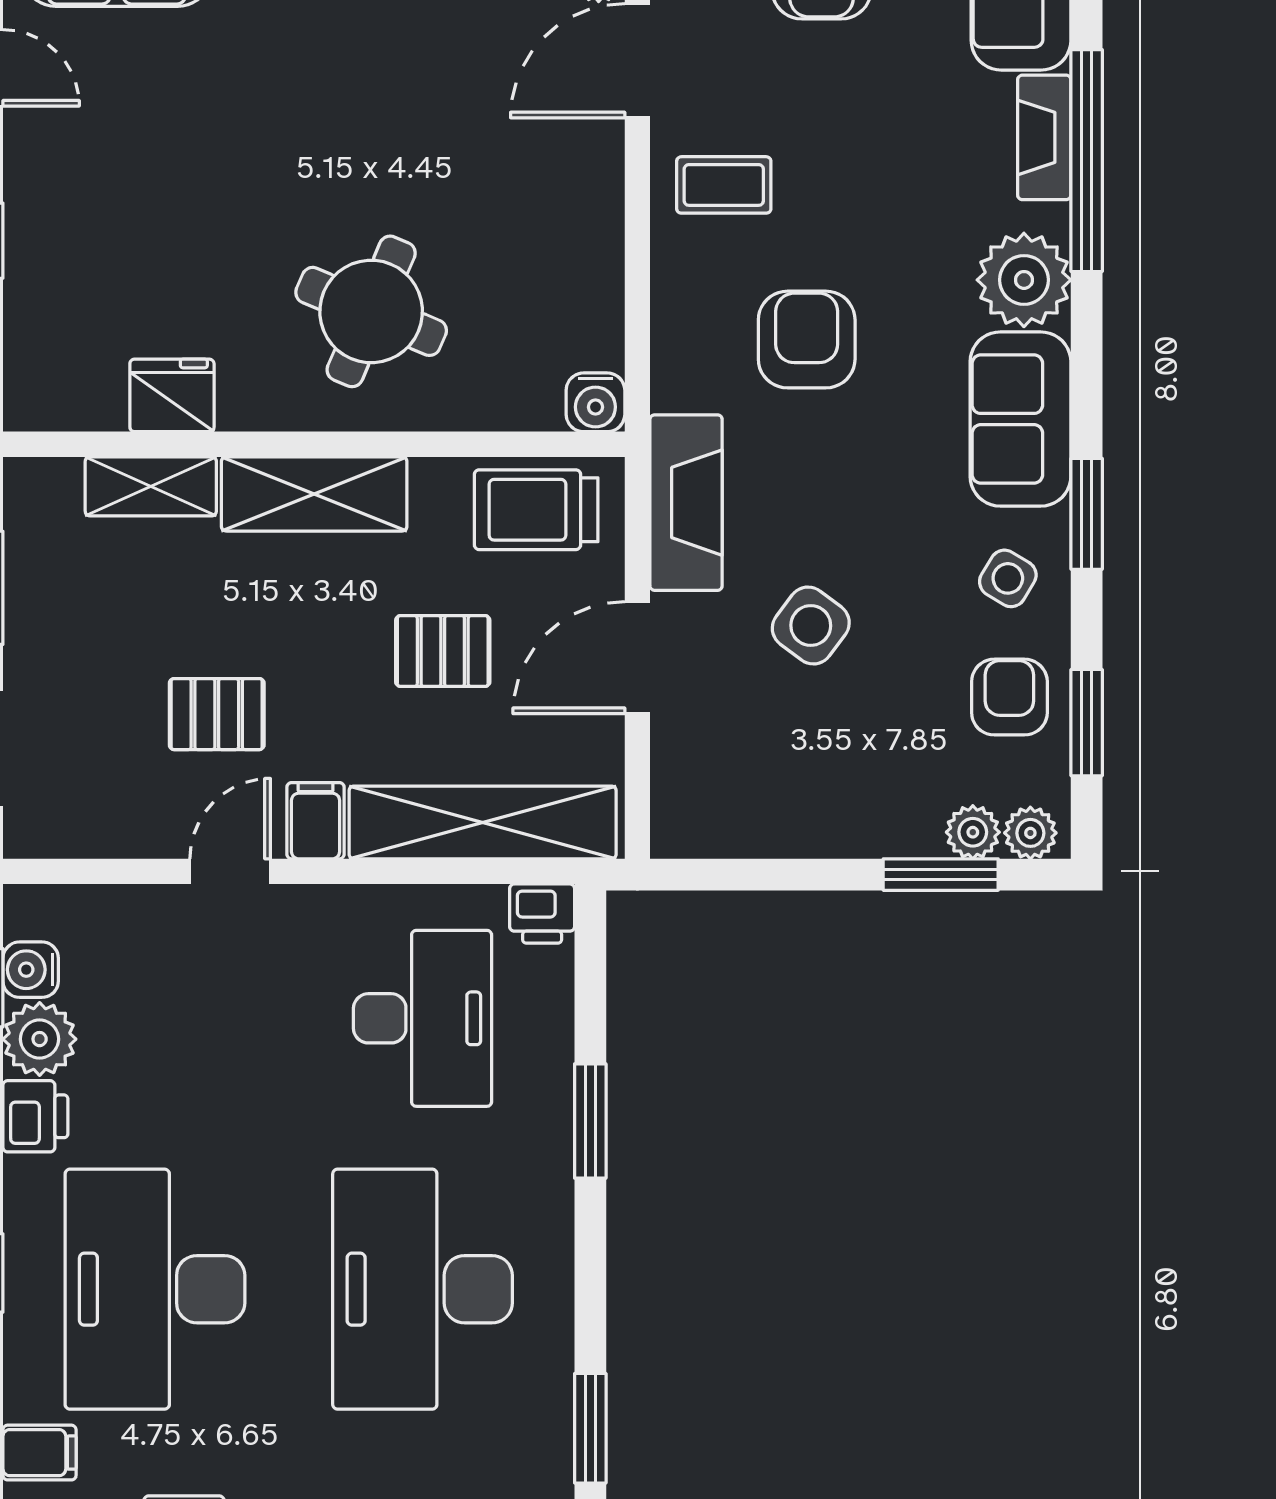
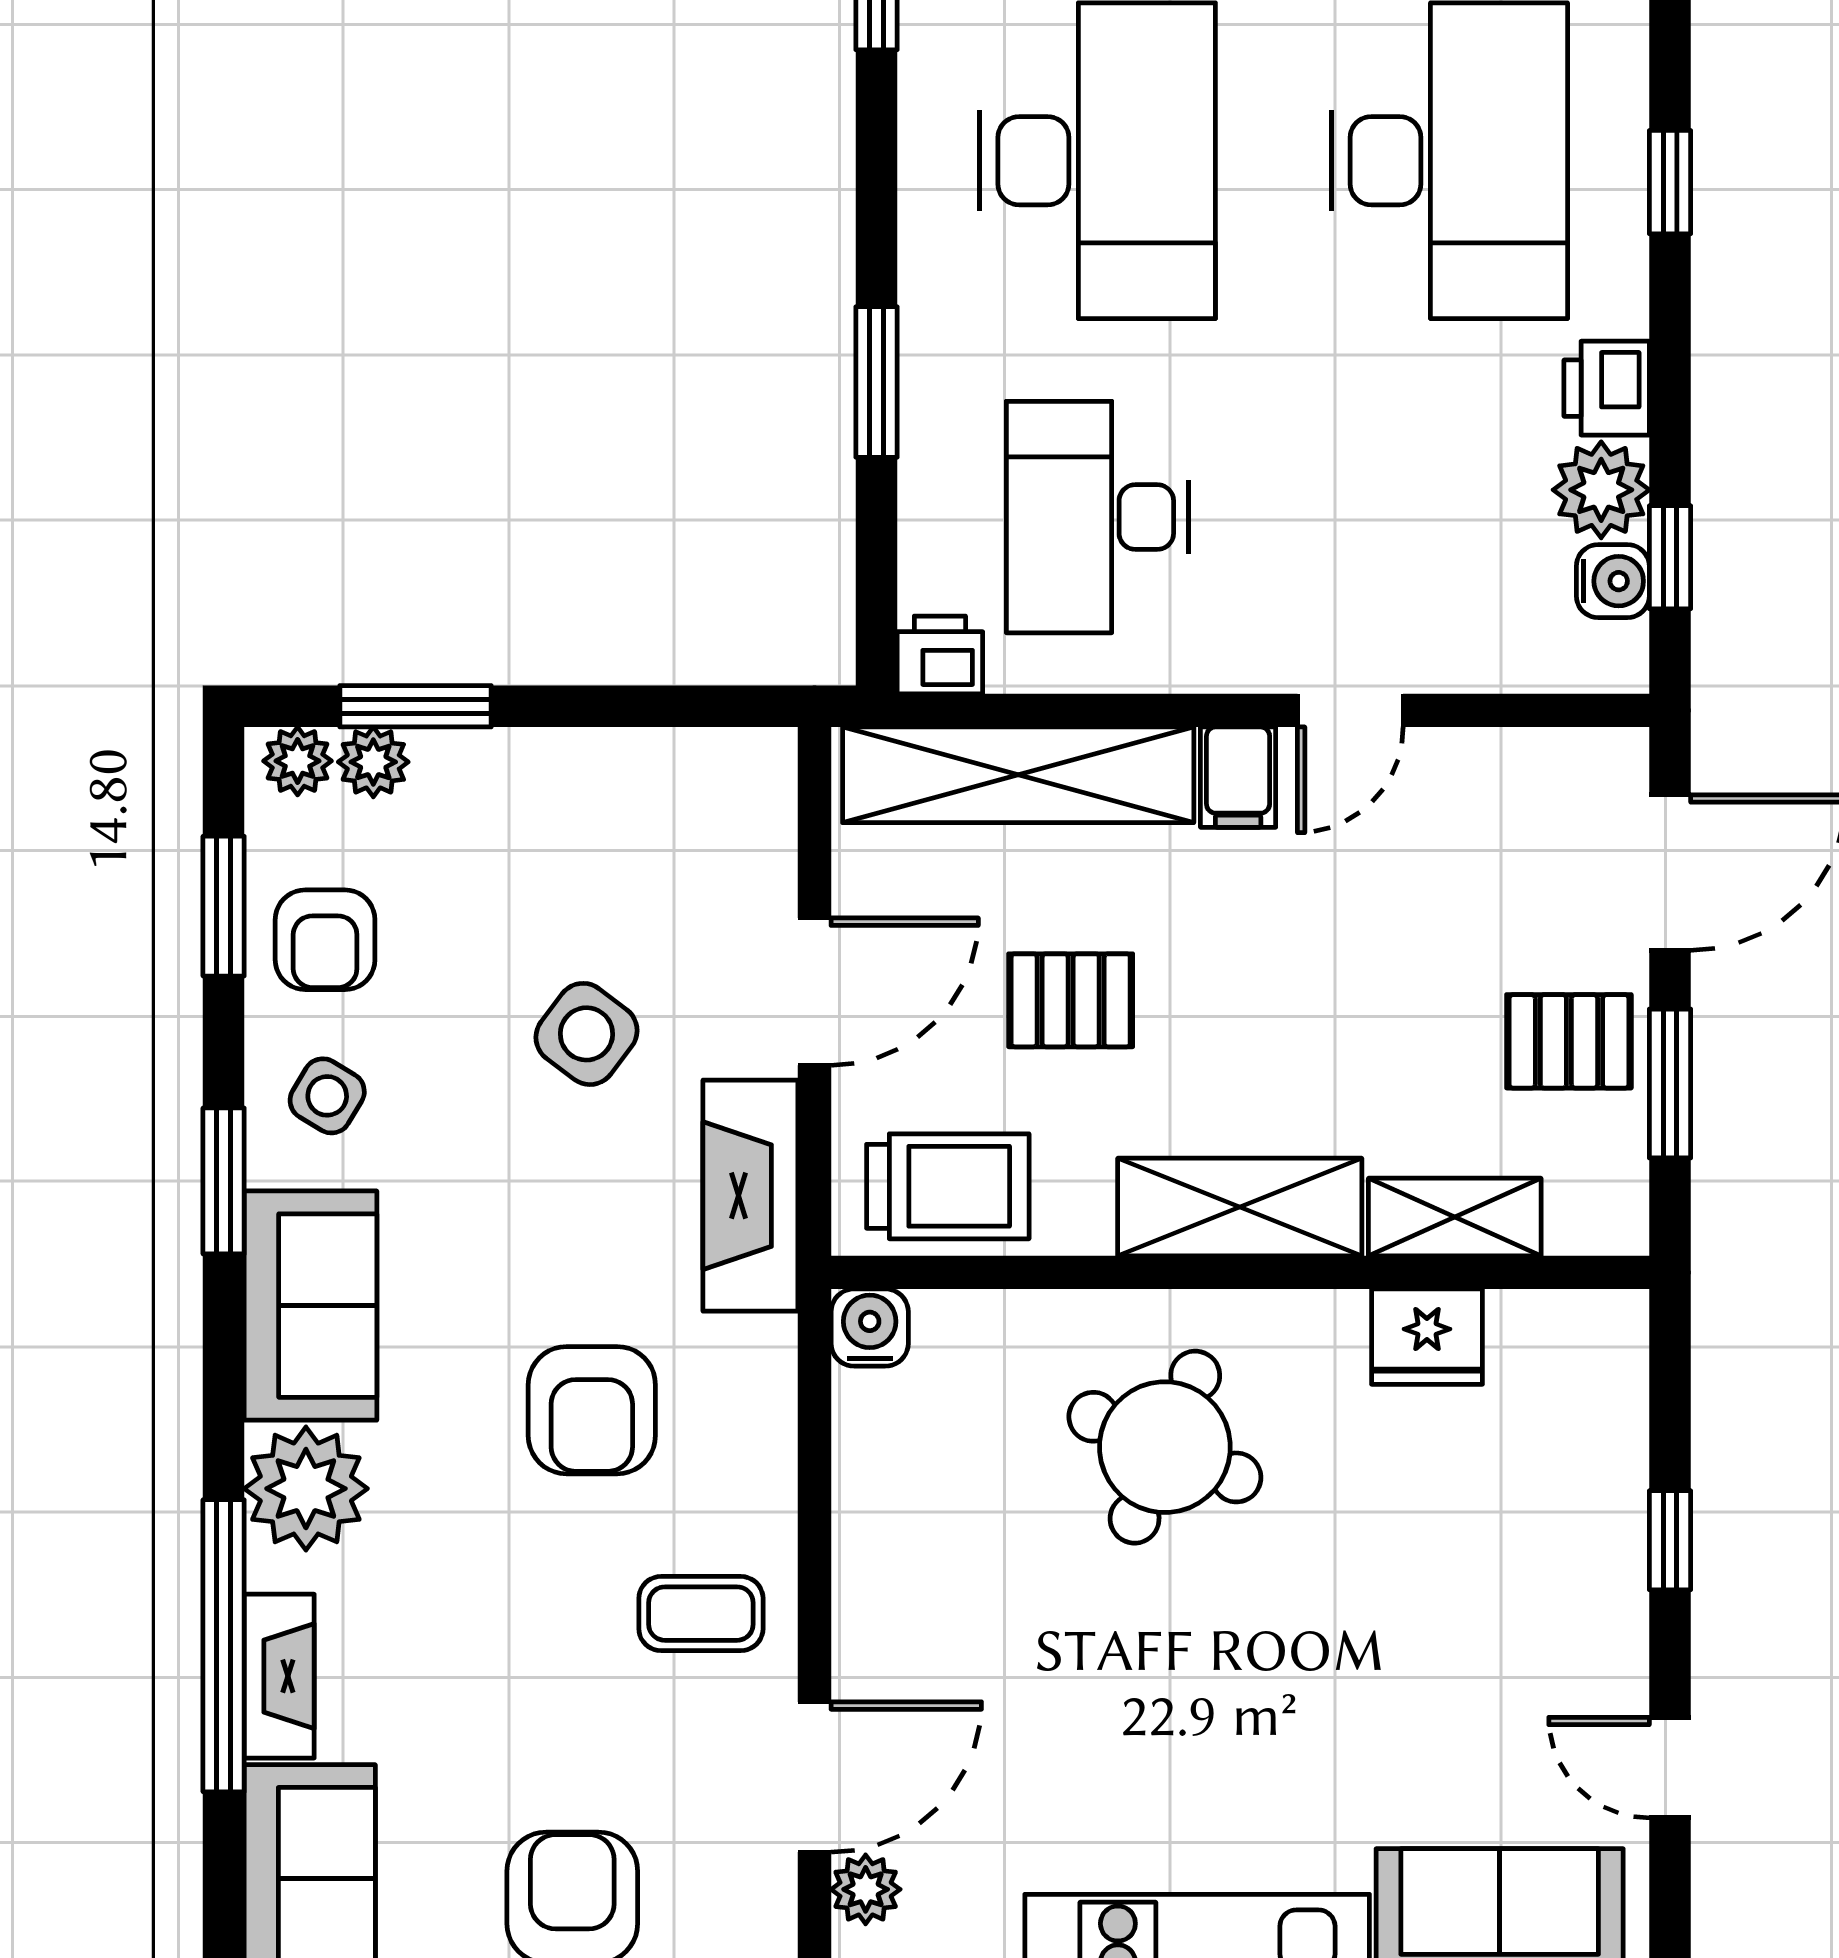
pallet: (217, 714) -> (1569, 1041), moved

